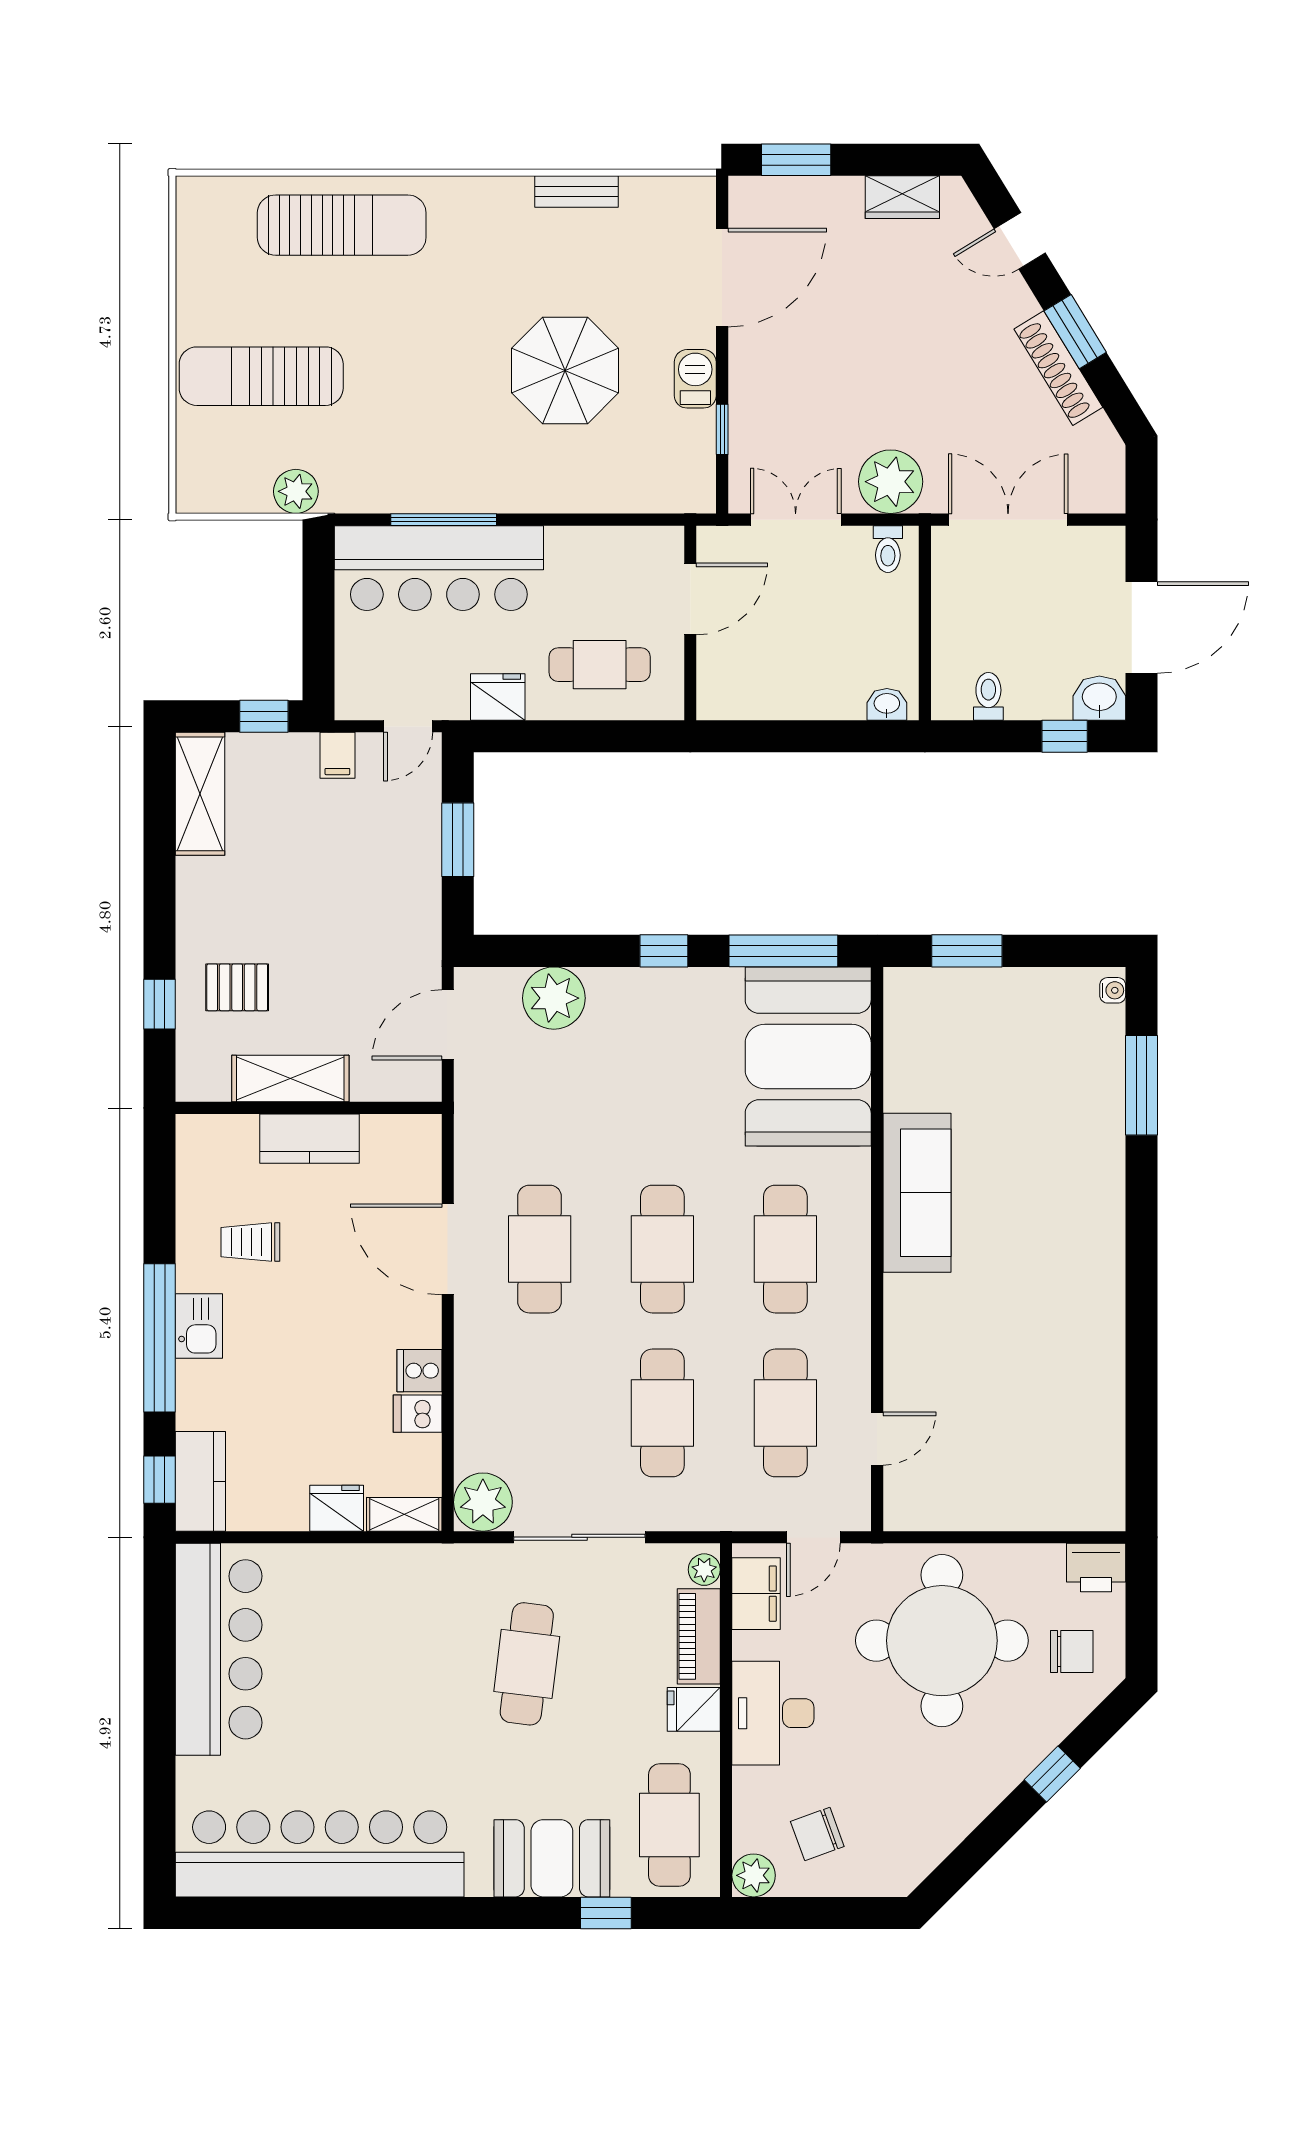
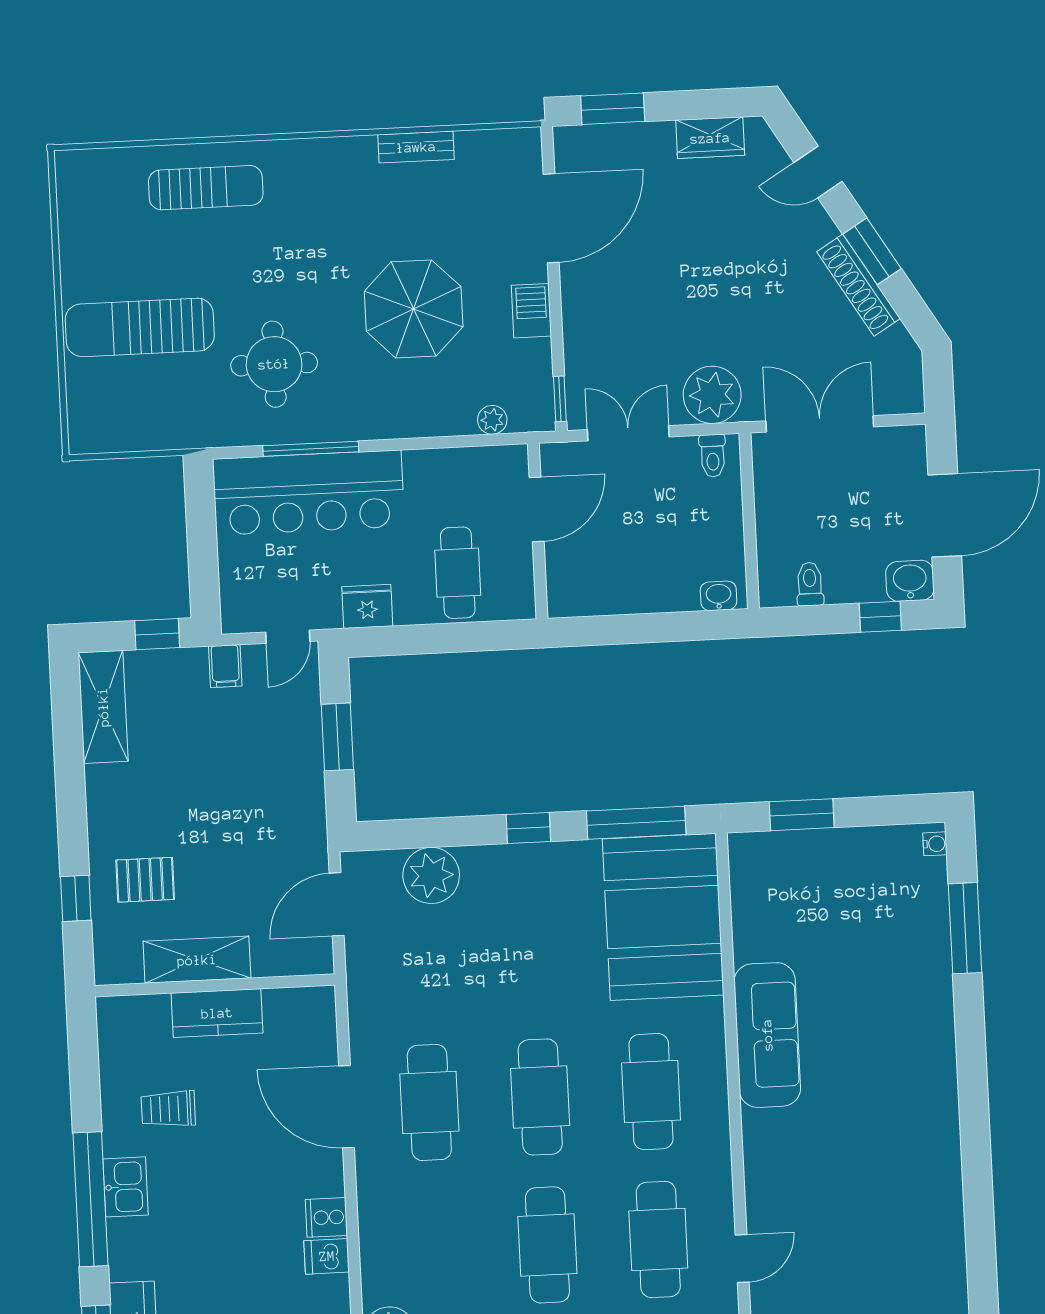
sun lounger: (342, 225) -> (206, 188), width x0.73, depth x0.75
round table: (408, 424) -> (274, 364), added
window: (722, 429) -> (560, 399), moved
plant: (296, 491) -> (492, 420), moved, width x0.73, depth x0.73
cafe table: (600, 665) -> (458, 573), turned 90

